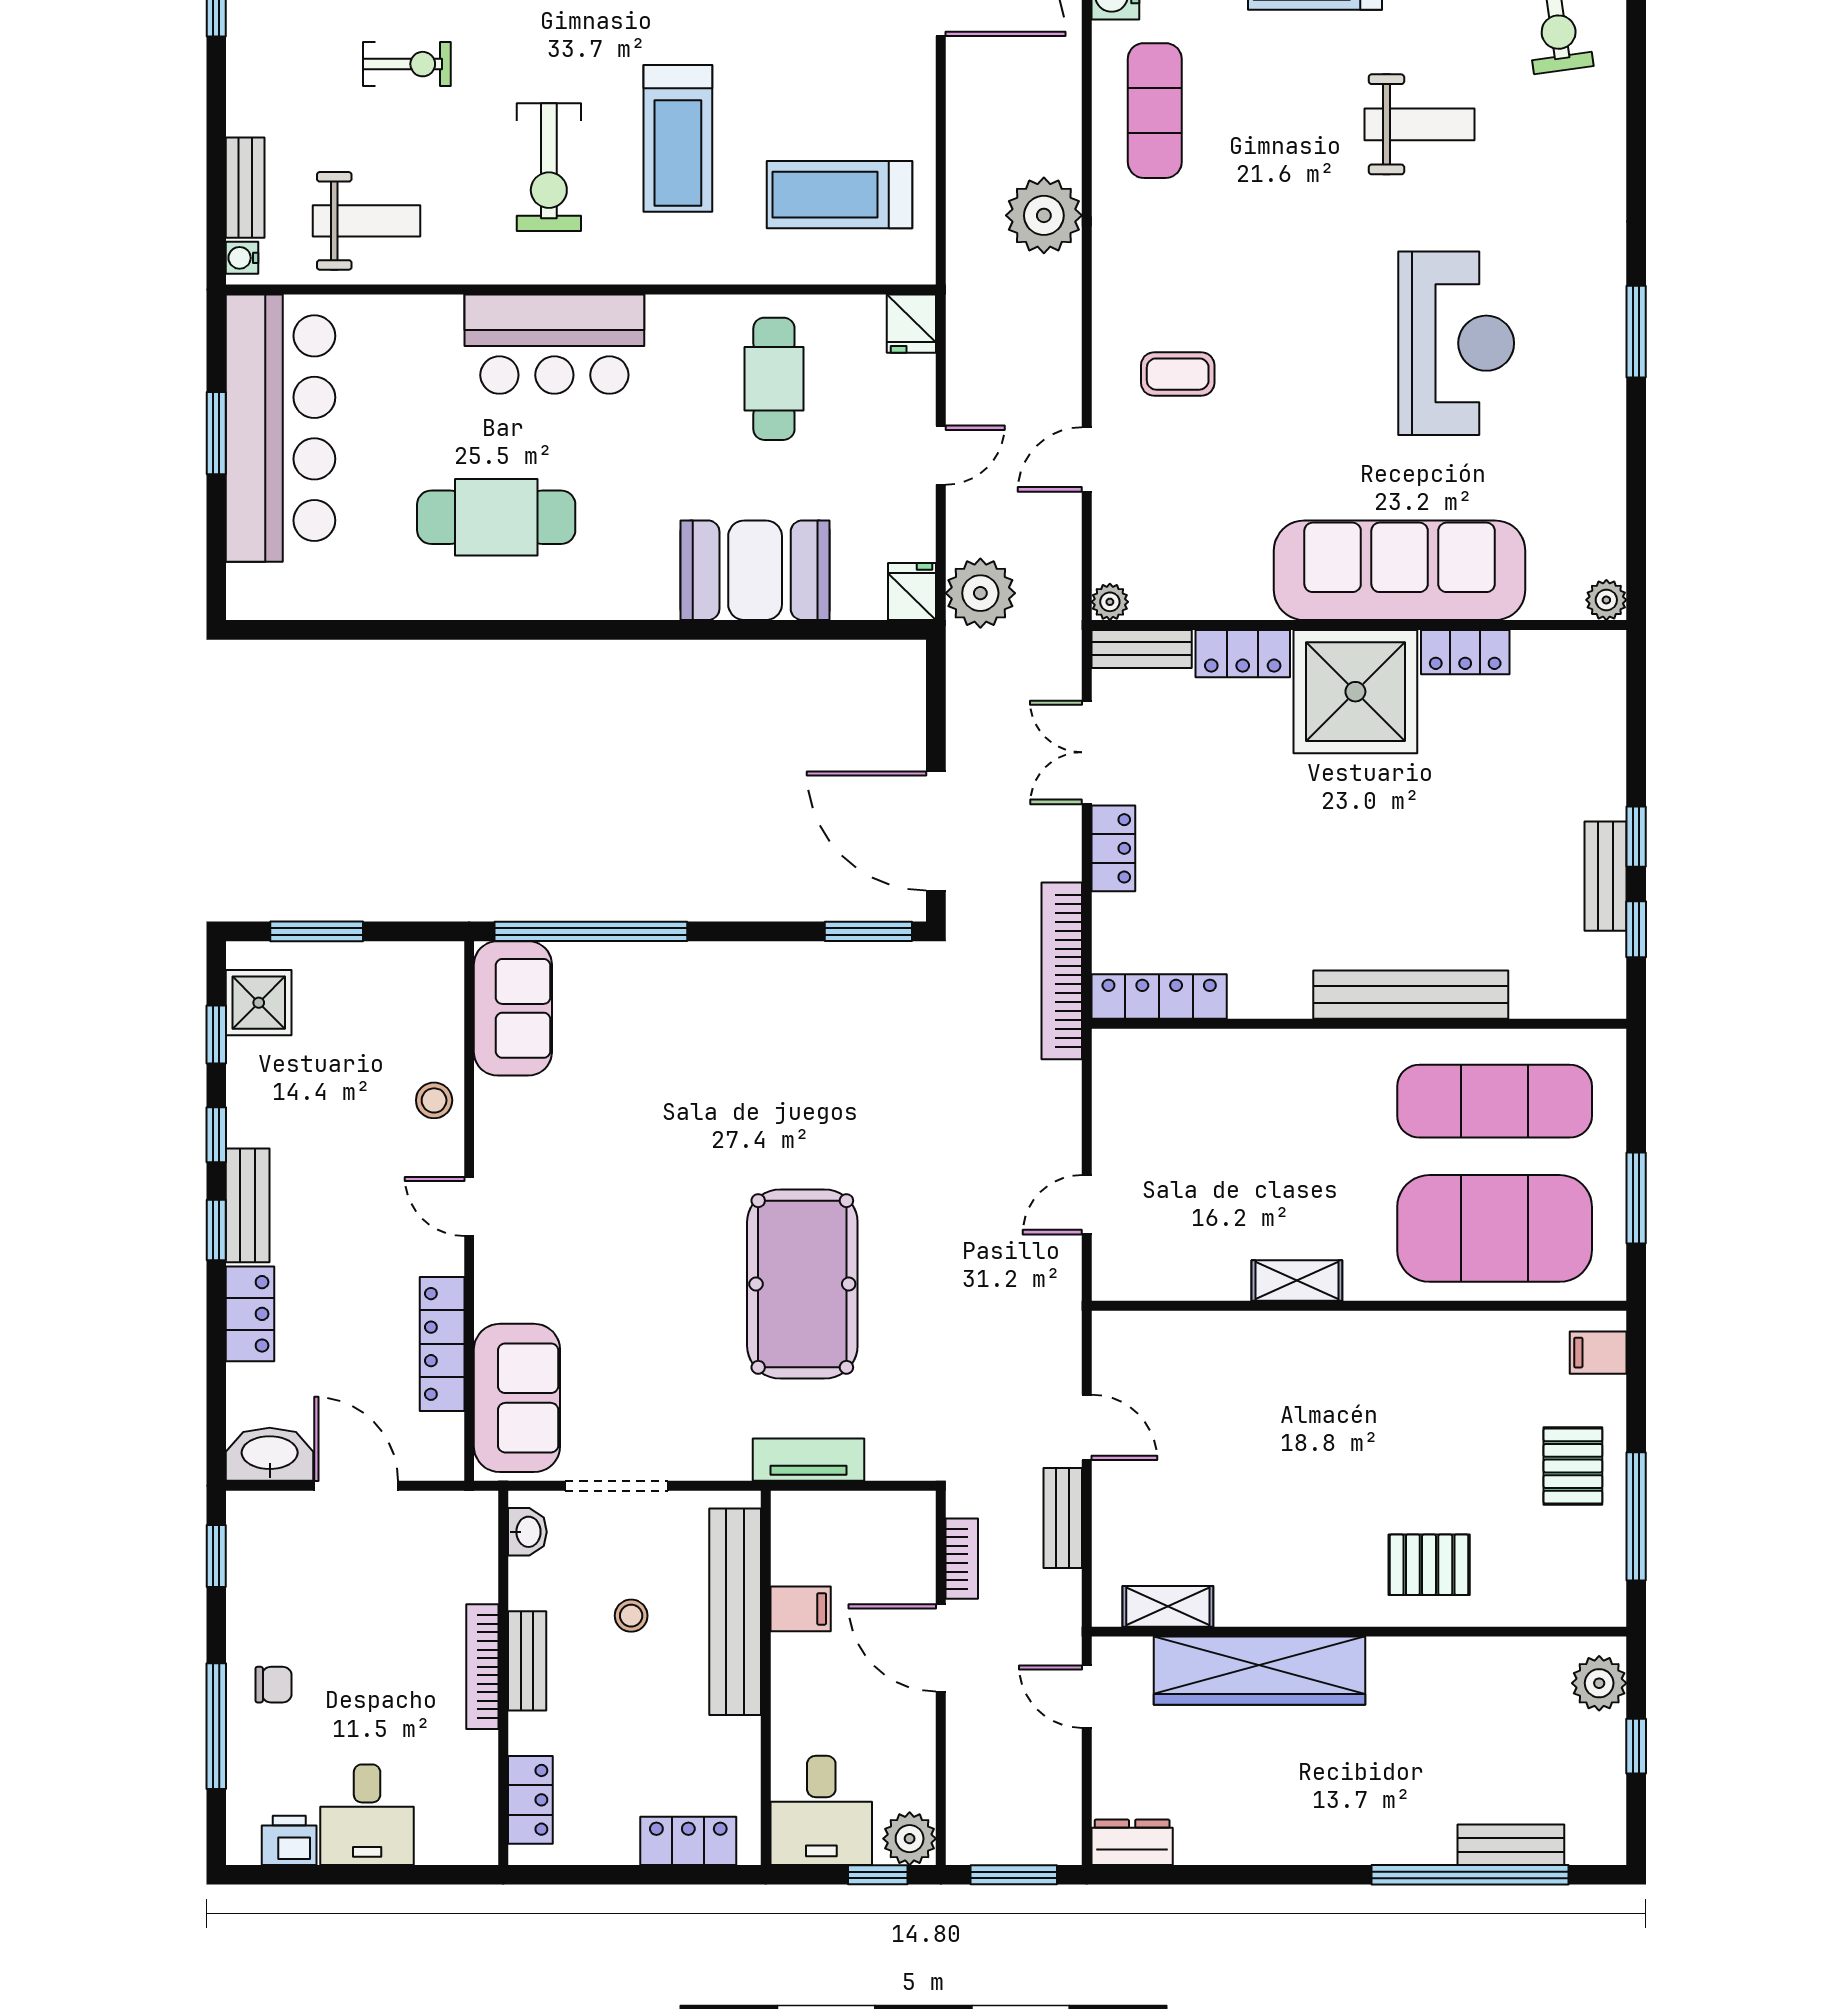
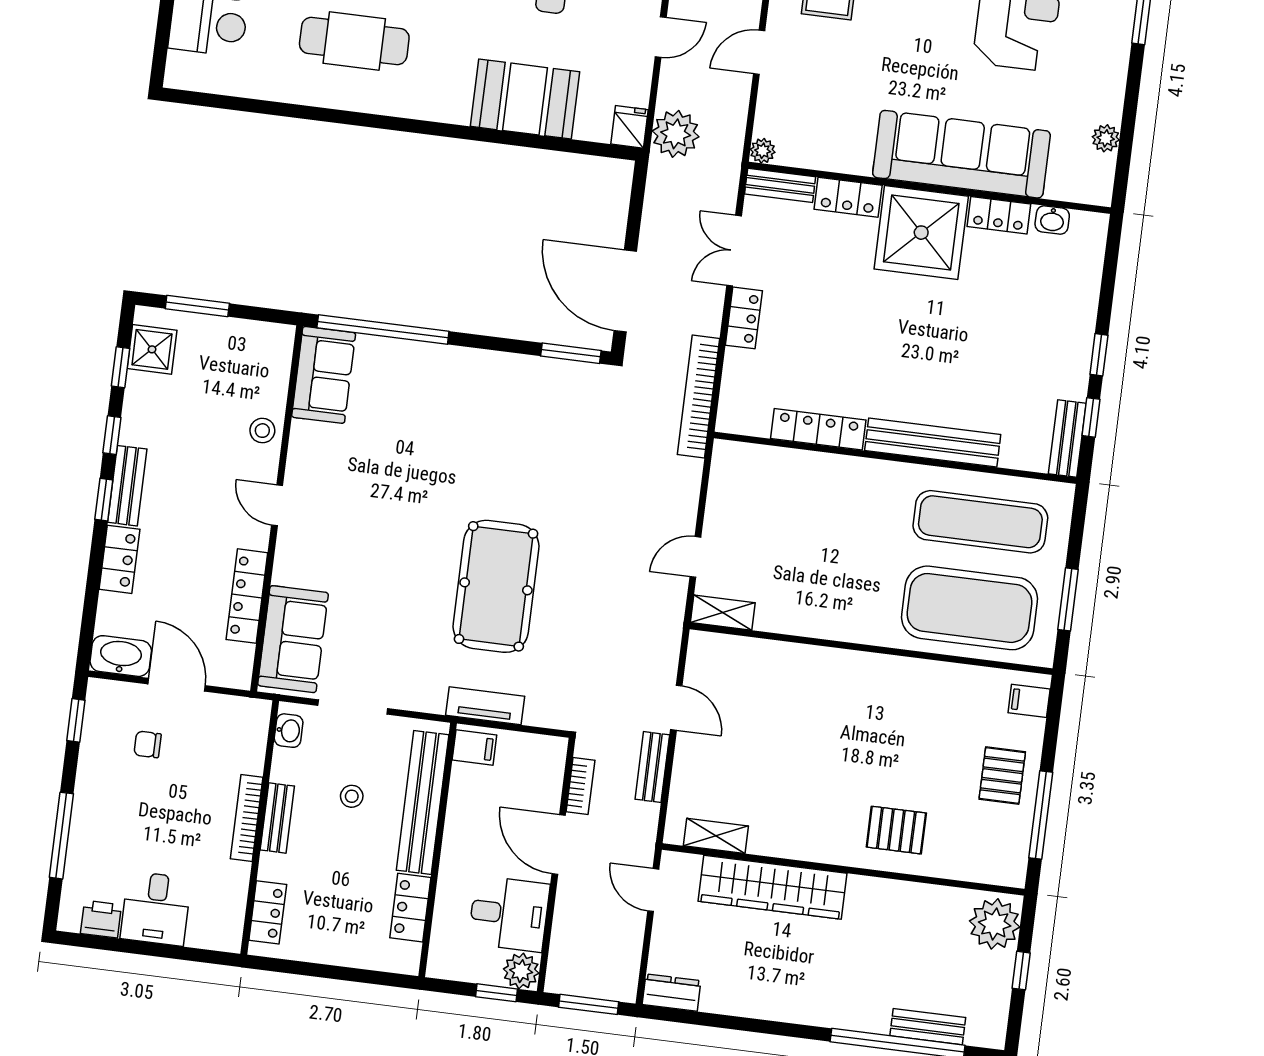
plant: (1606, 600) -> (1106, 138), moved
washbasin: (1544, 649) -> (1052, 220), added
bench: (1606, 876) -> (1067, 438), moved
locker: (1159, 997) -> (818, 429), moved
shelving: (1297, 1281) -> (723, 613), moved
filing cabinet: (801, 1609) -> (474, 748), moved
plant: (1599, 1683) -> (995, 924), width x1.36, depth x1.36
chair: (274, 1685) -> (148, 744), moved, turned 180
desk: (821, 1810) -> (509, 914), moved, turned -90
locker: (688, 1841) -> (410, 908), moved, turned -90

